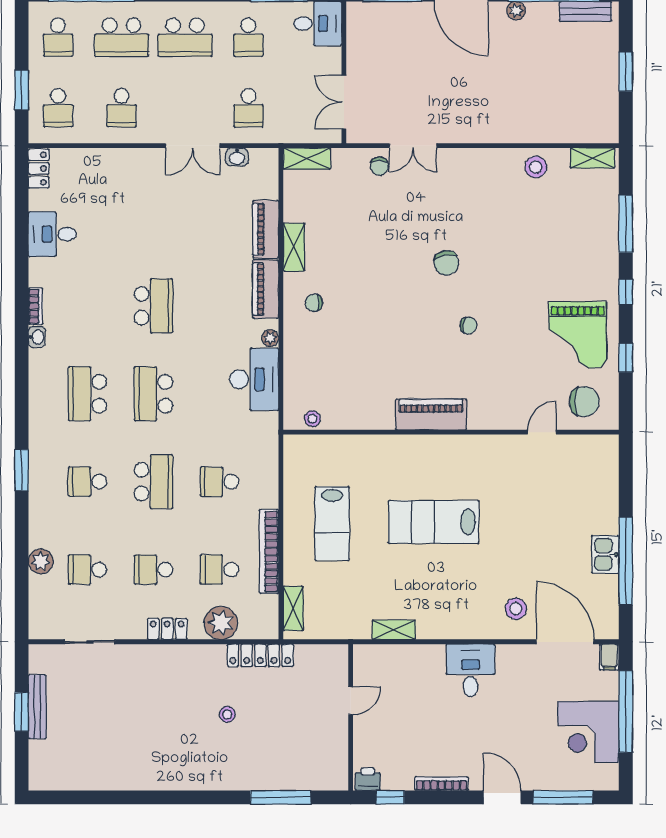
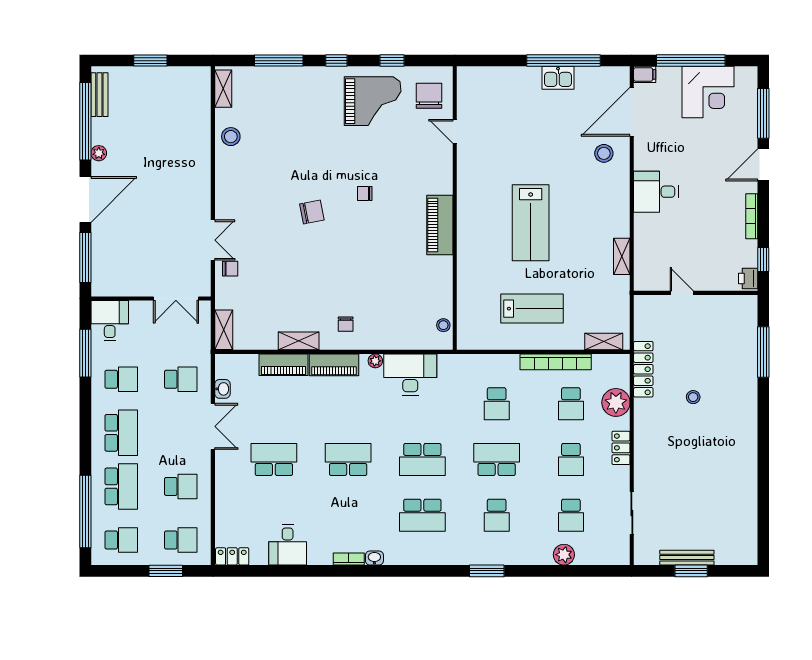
school desk: (153, 218) -> (274, 459), added
chair: (468, 326) -> (365, 194), turned -96

